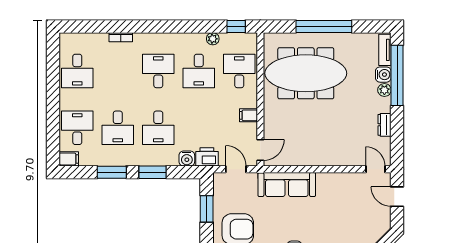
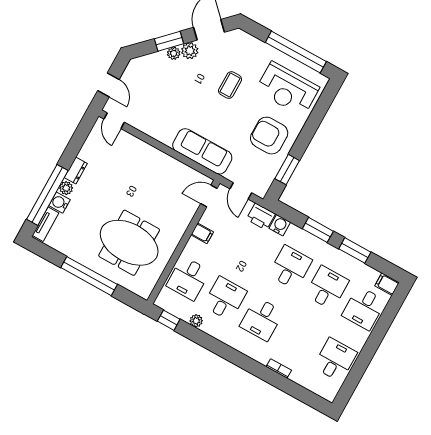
meeting table: (306, 73) -> (129, 243), width x0.73
dresser: (384, 125) -> (76, 171), moved

